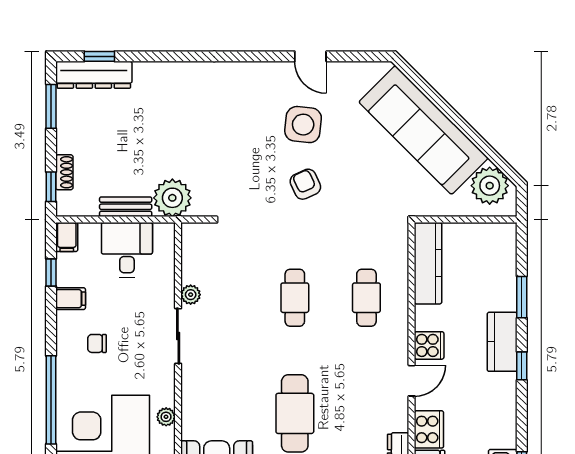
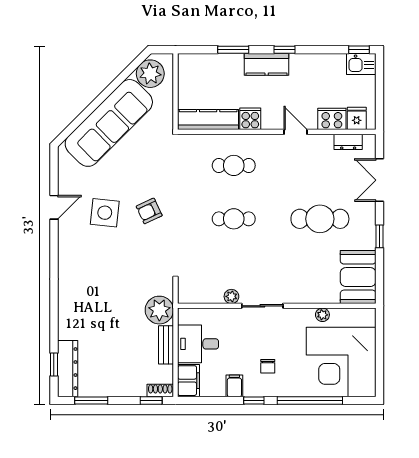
shoe rack: (64, 172) -> (160, 391), moved
filing cabinet: (67, 237) -> (189, 381), width x2.00
window: (51, 273) -> (254, 400), moved
cooker: (429, 345) -> (250, 119), moved

